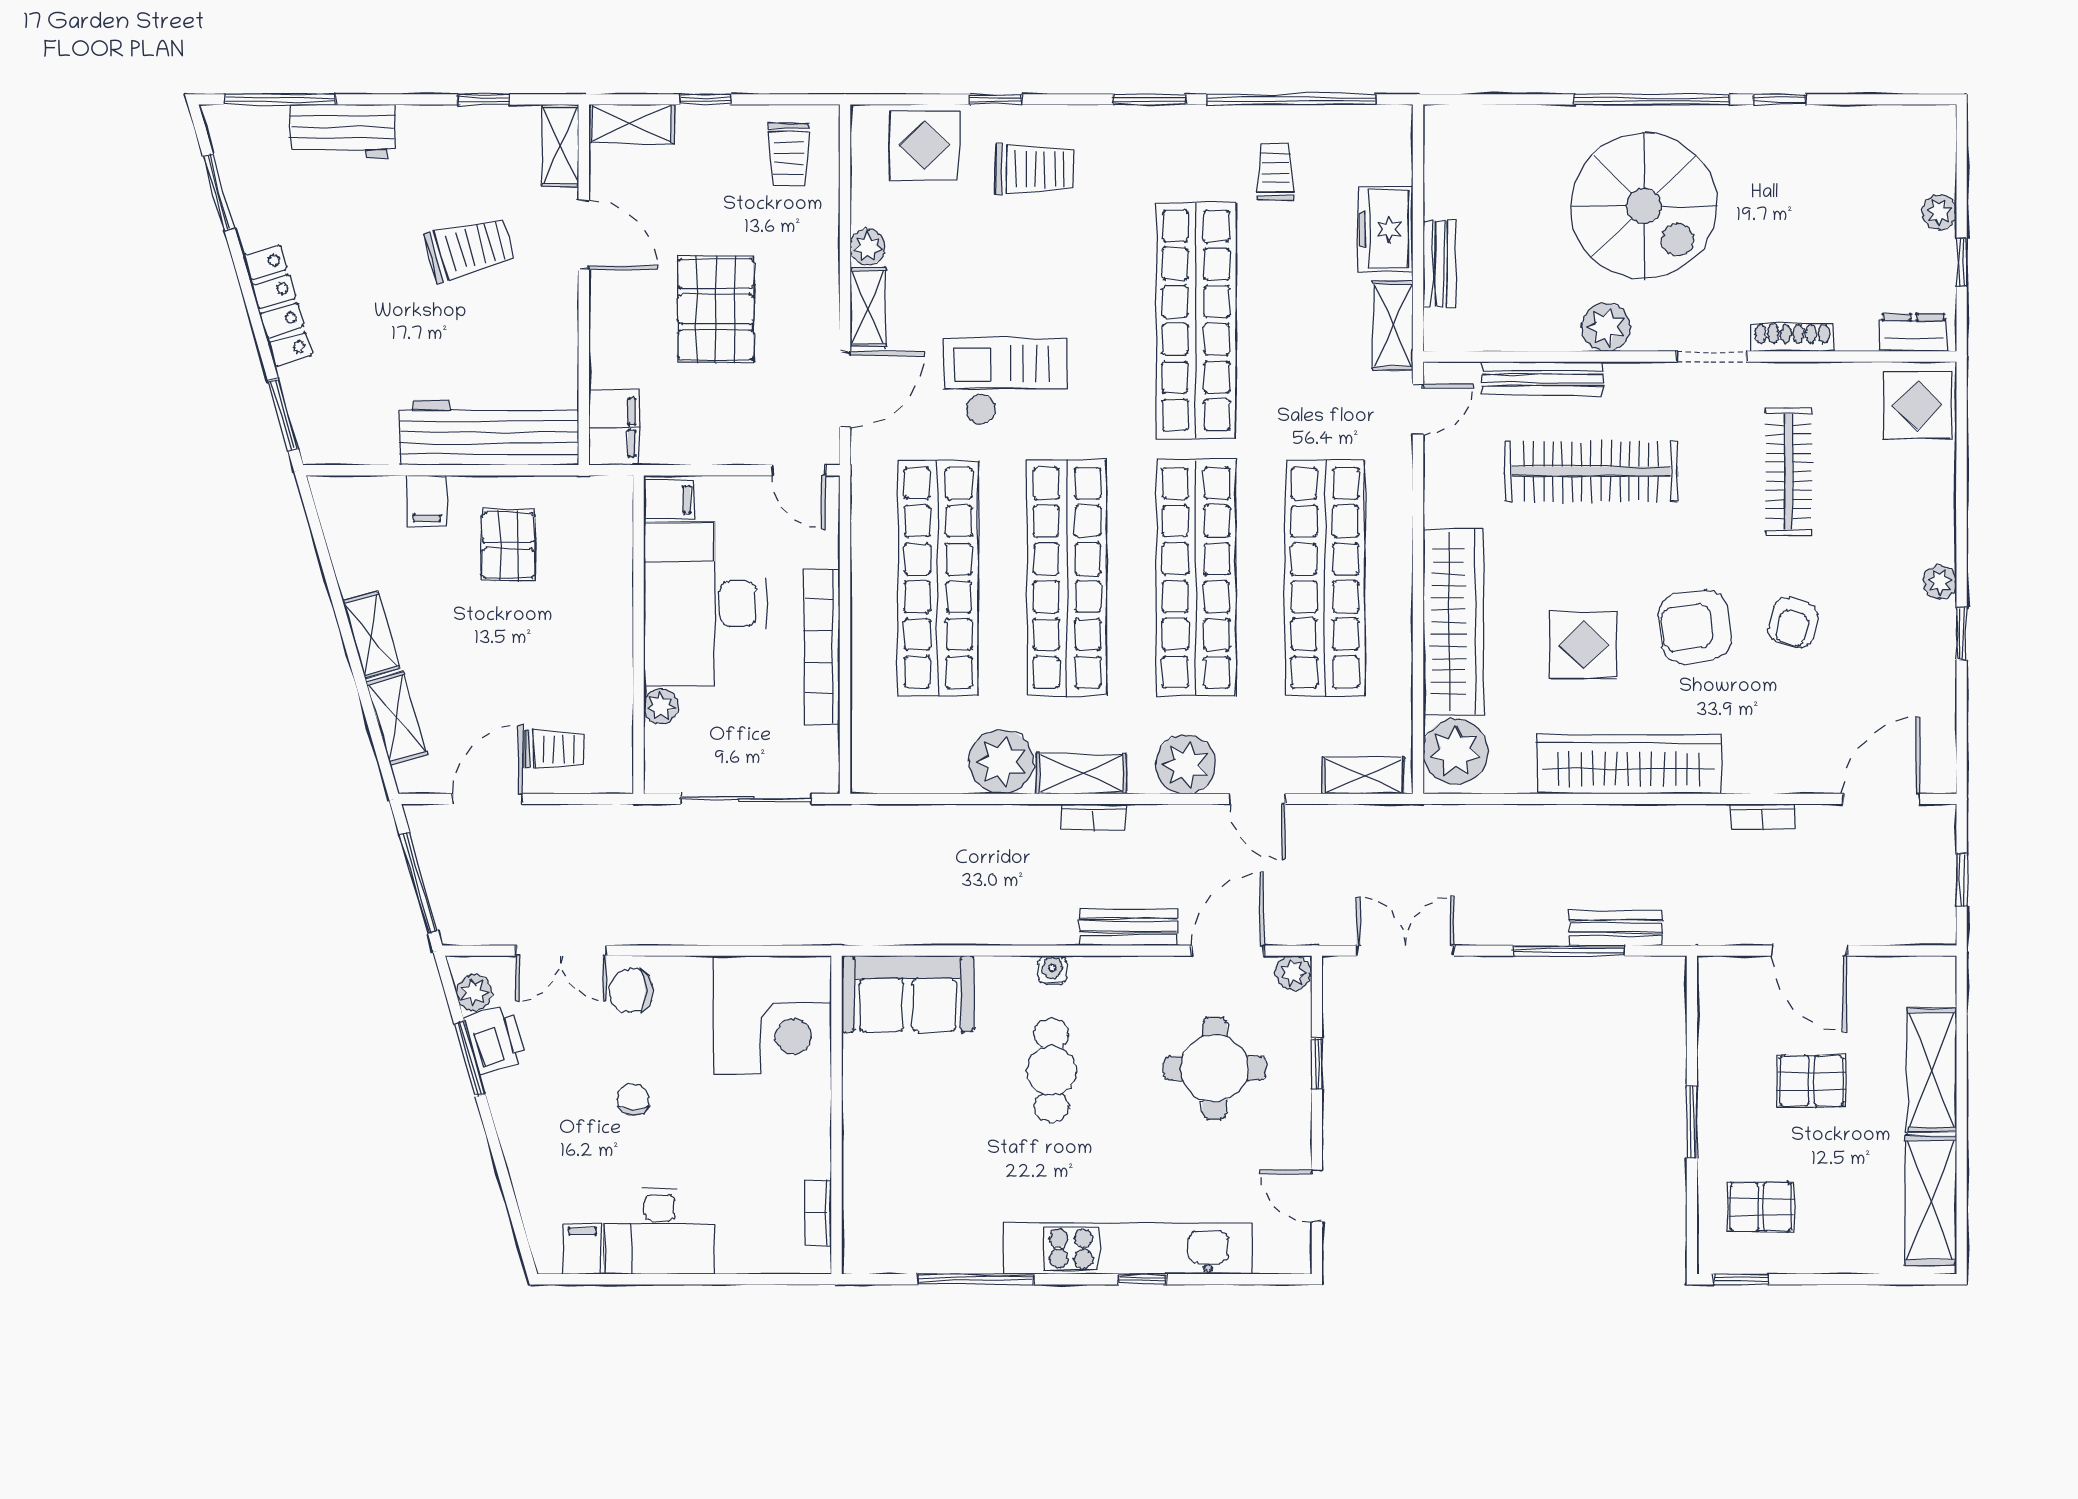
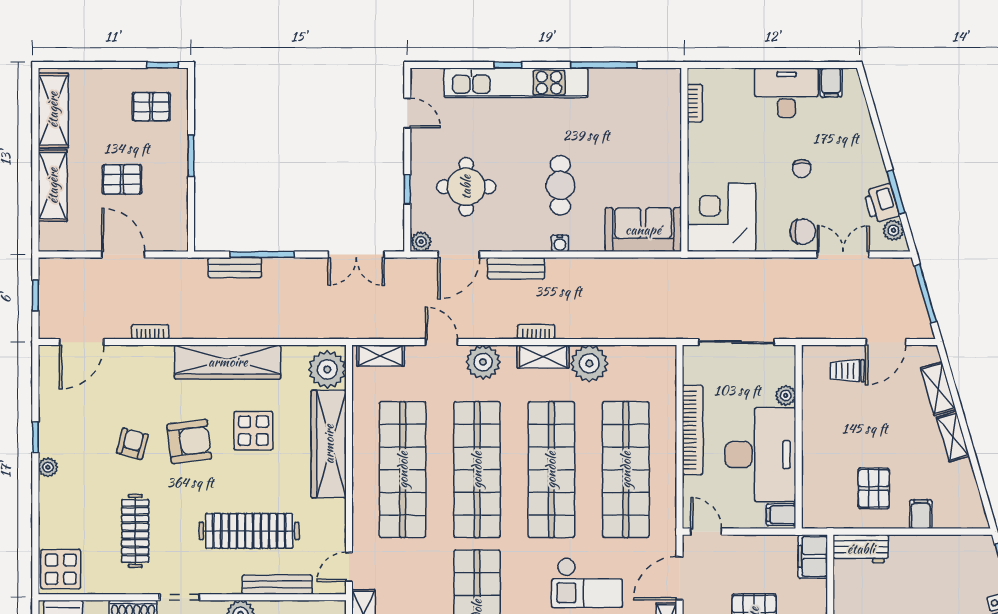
workbench: (489, 433) -> (861, 549), width x0.53, depth x0.76

